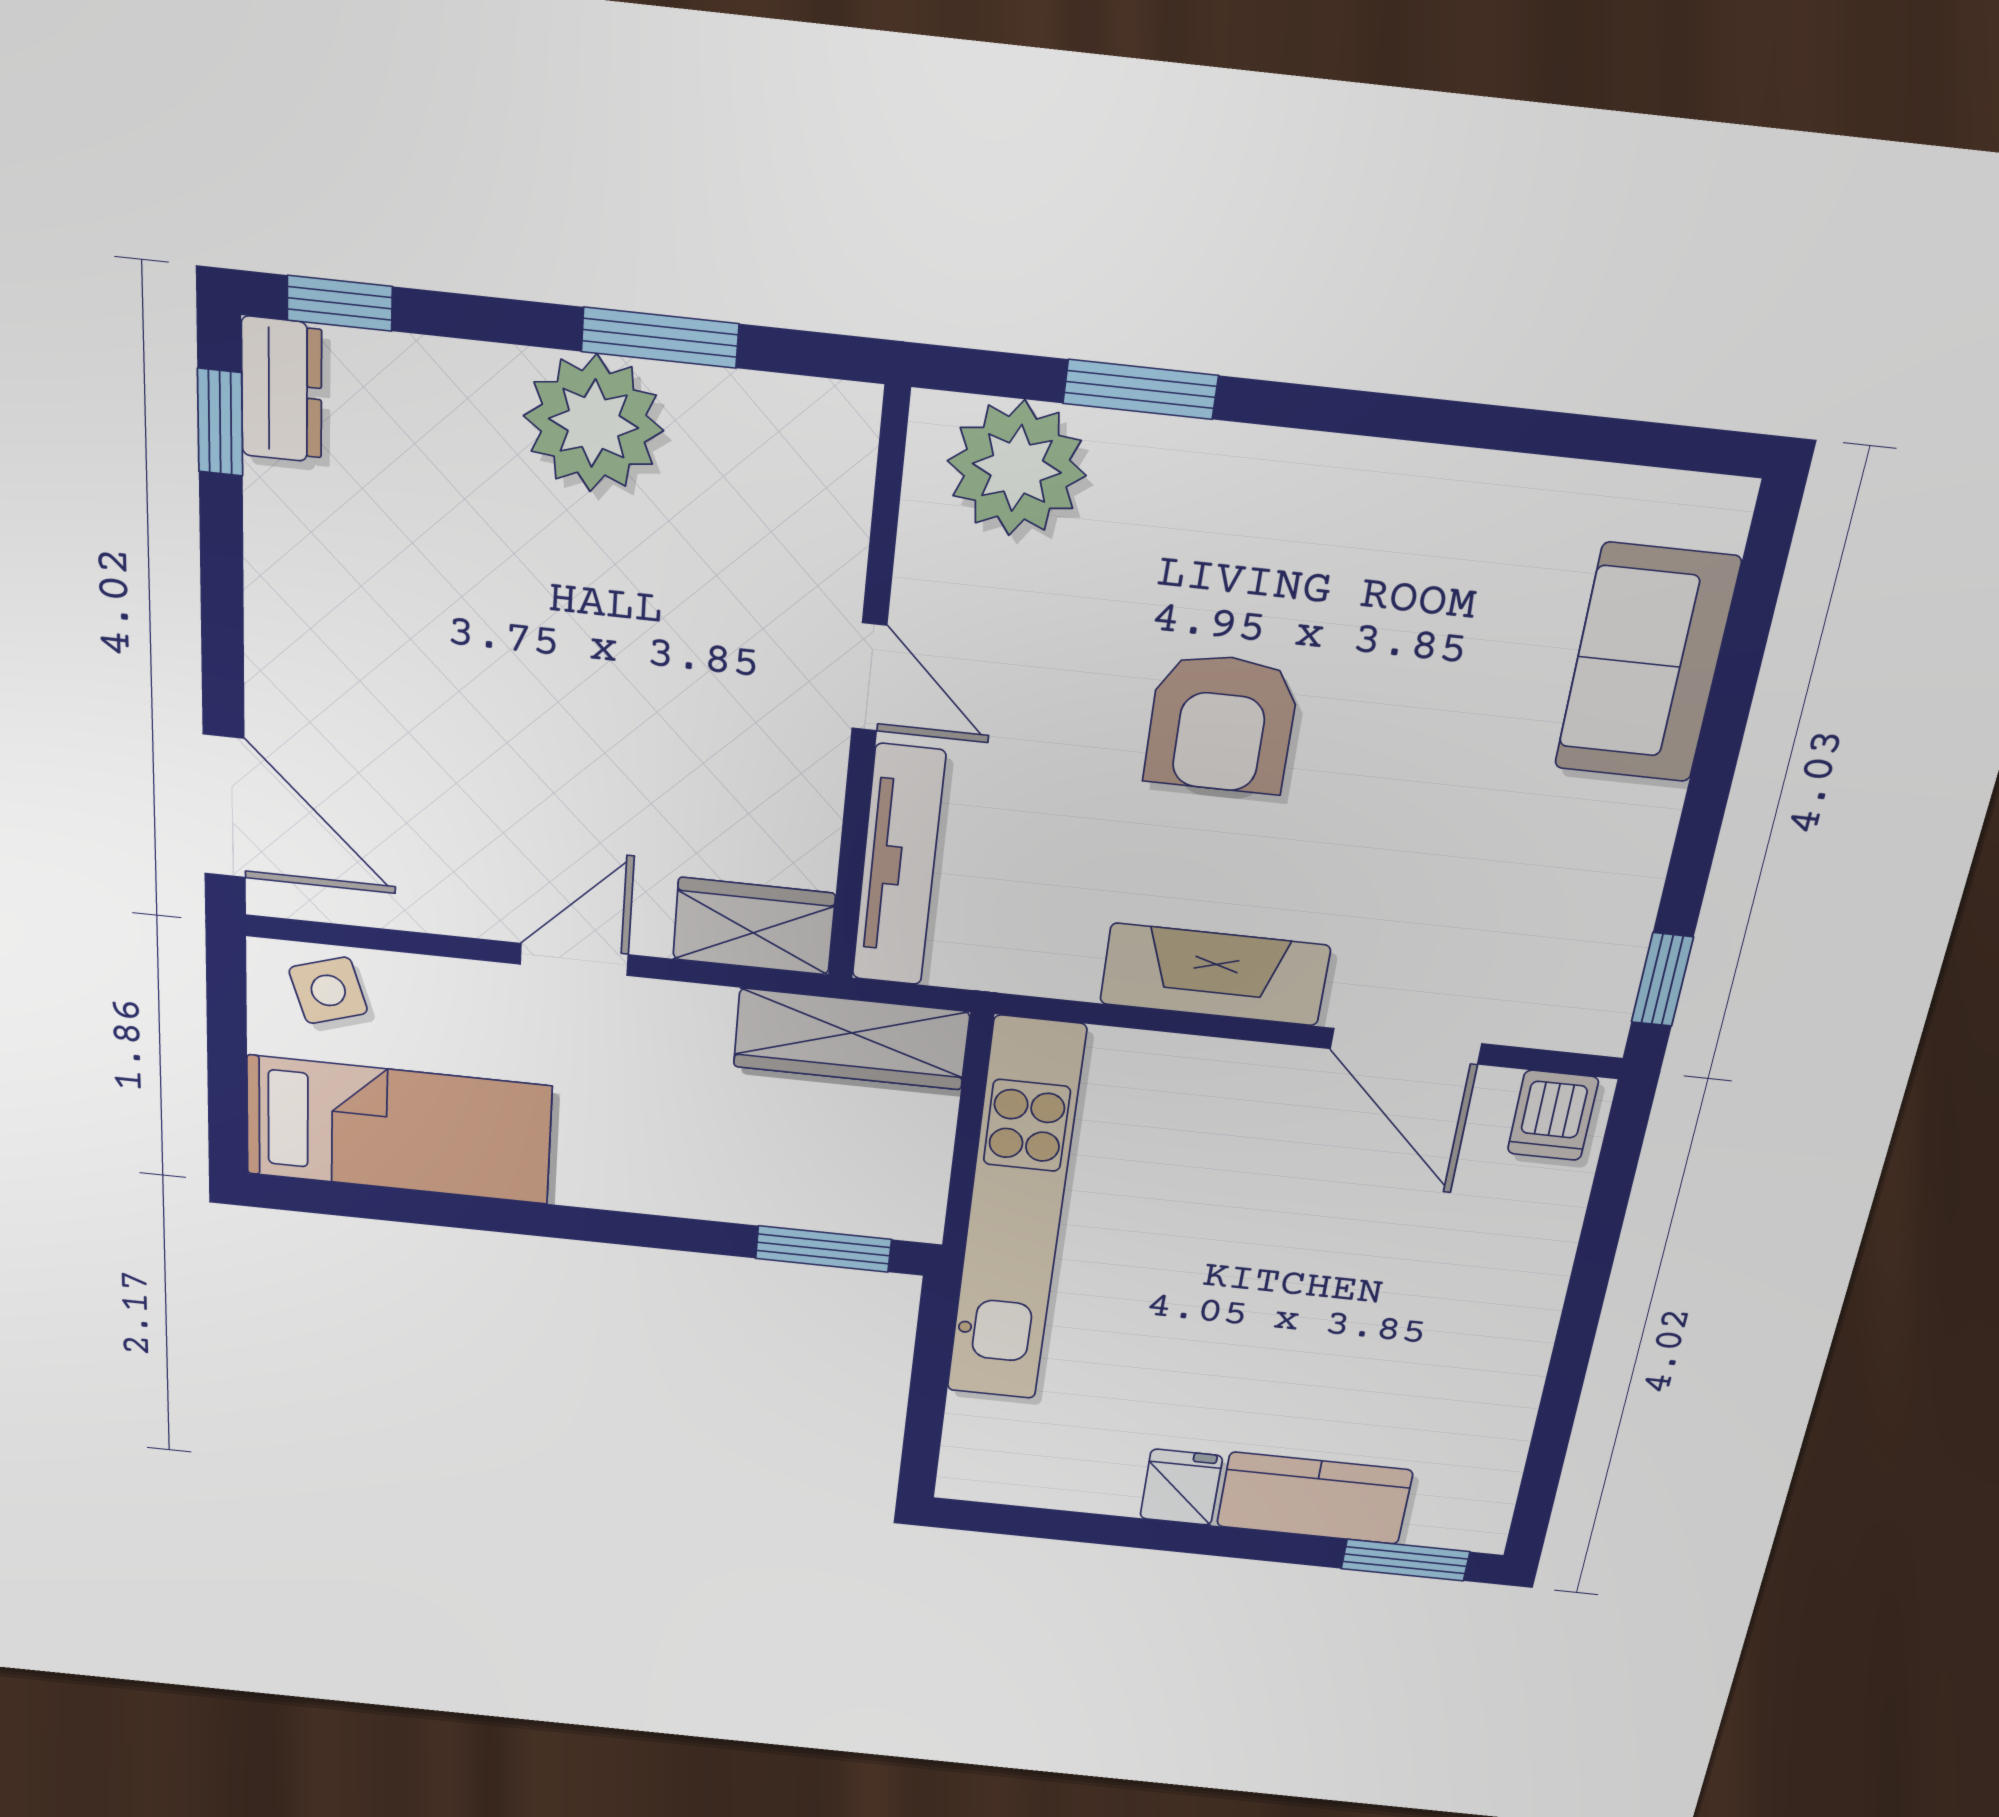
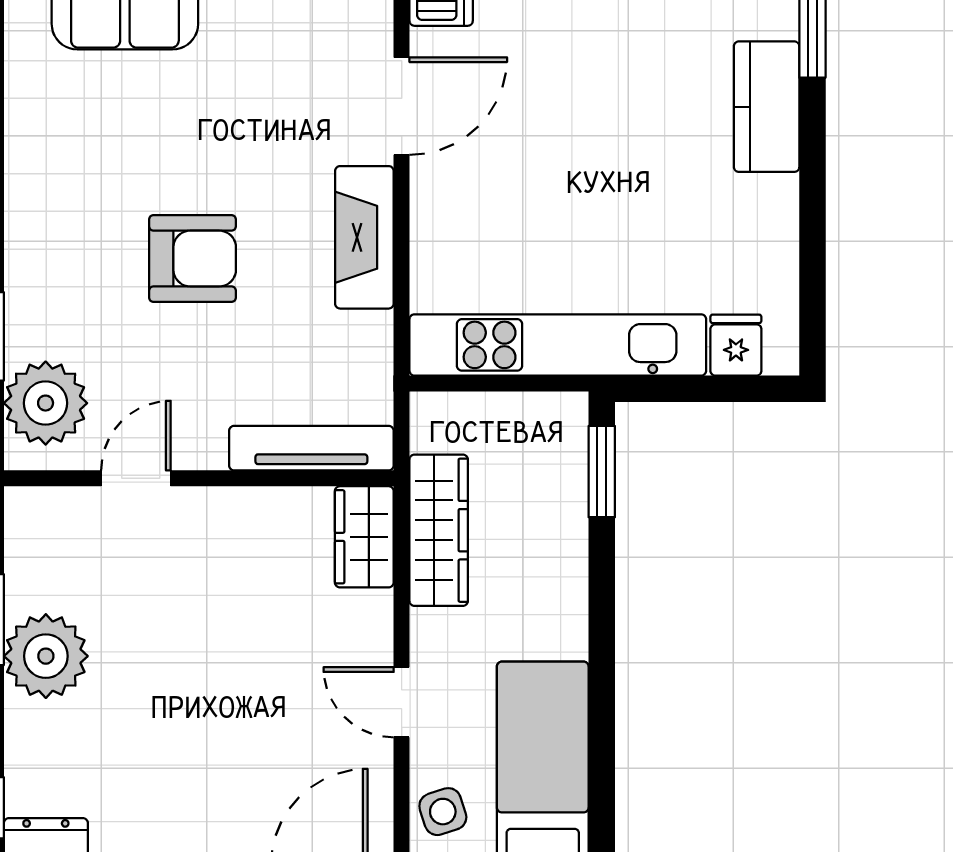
door: (869, 677) -> (136, 478), moved
door: (574, 959) -> (402, 702), moved
wardrobe: (851, 1039) -> (439, 530), moved
fridge: (1181, 1487) -> (736, 345), moved, turned 90

